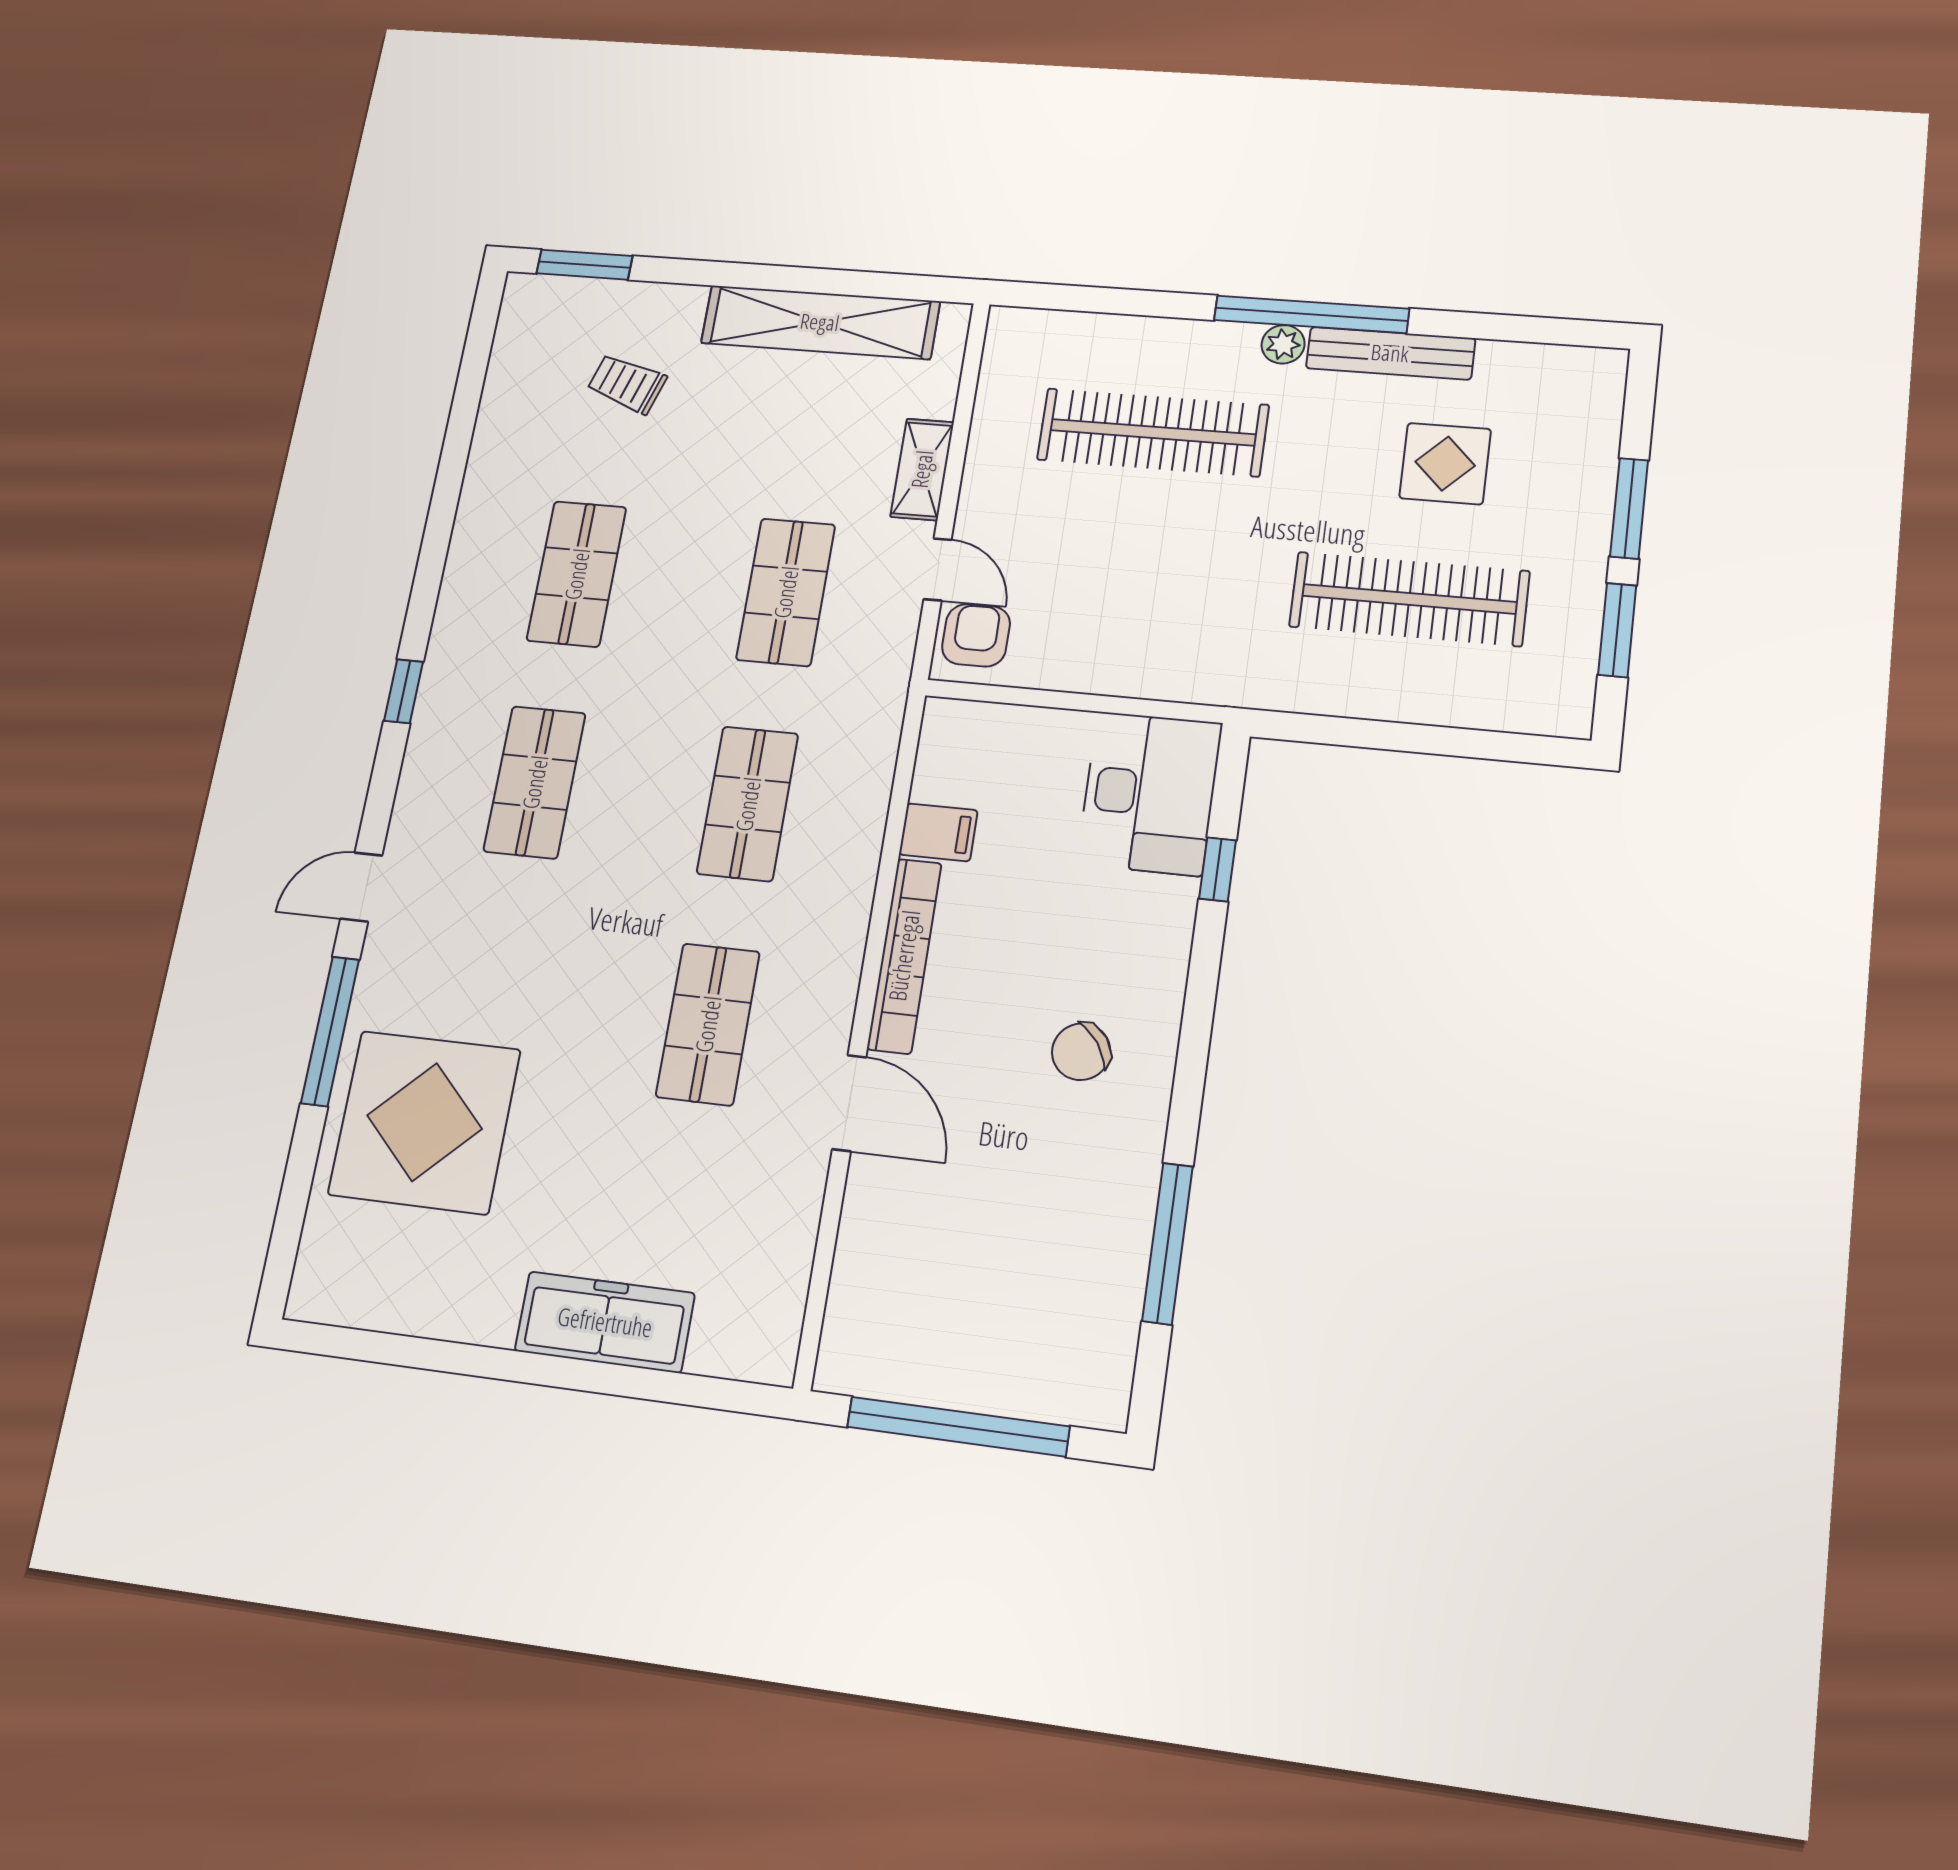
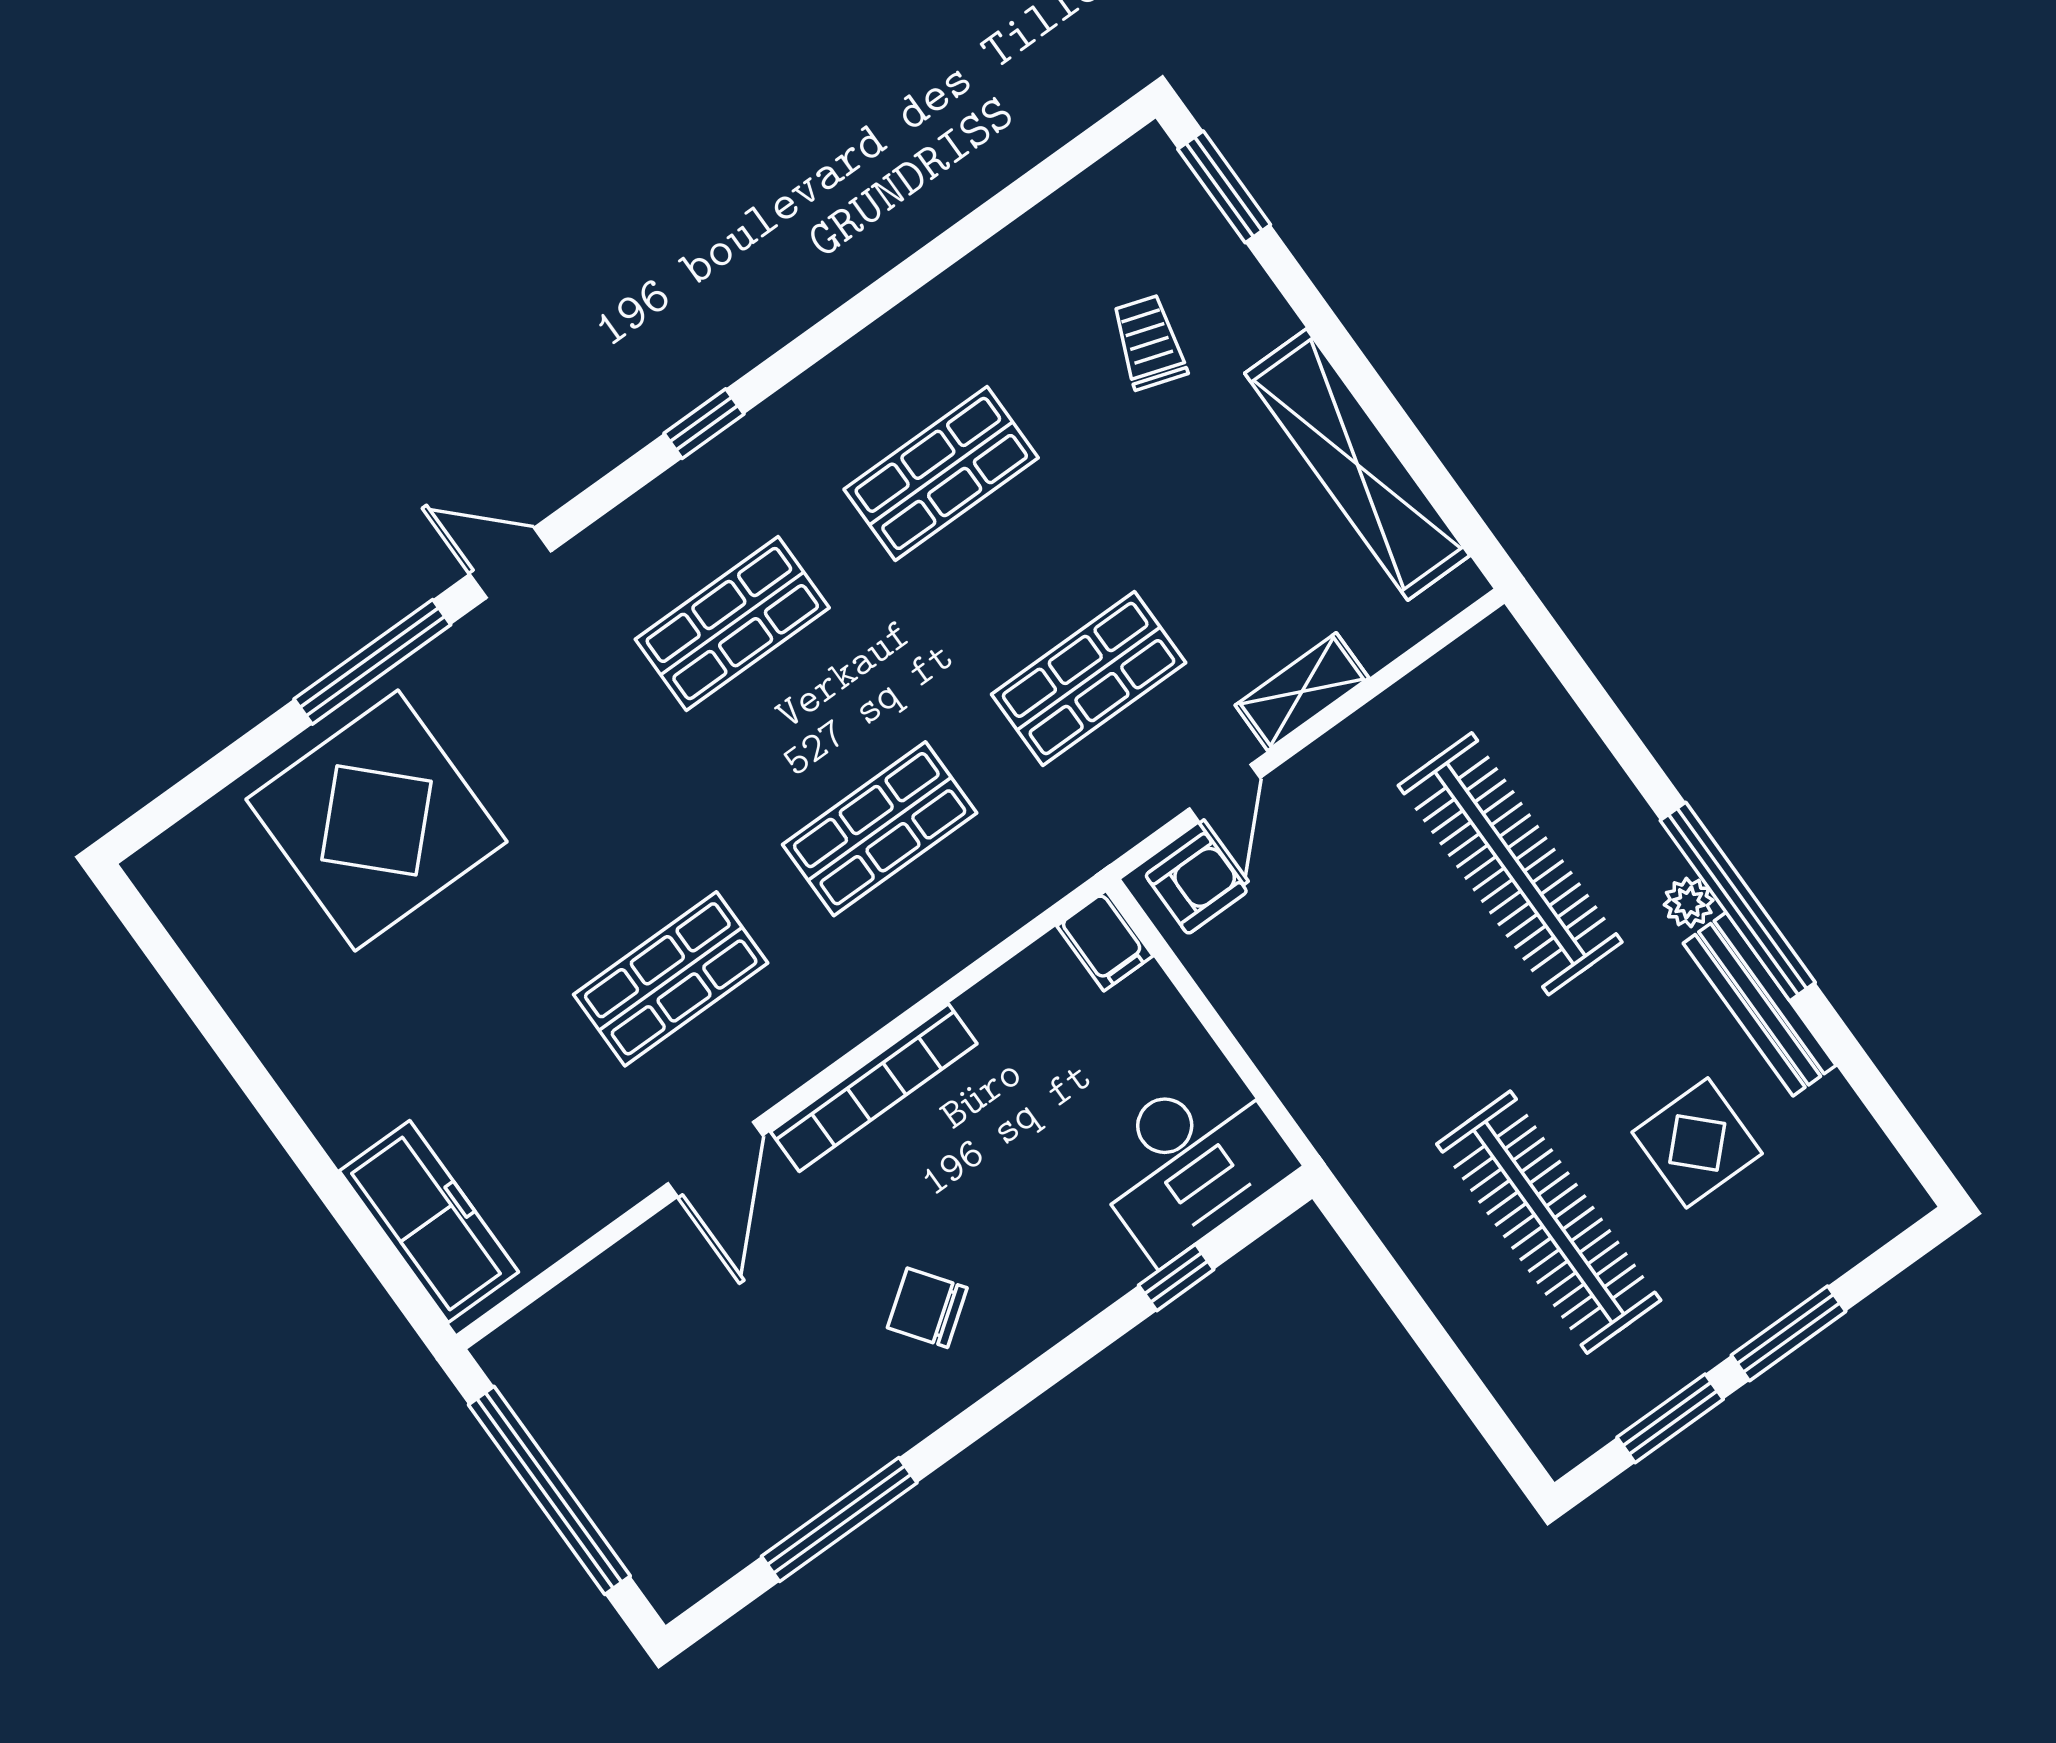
filing cabinet: (938, 832) -> (1105, 941), moved
freezer: (605, 1322) -> (429, 1221), moved

